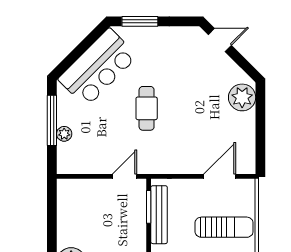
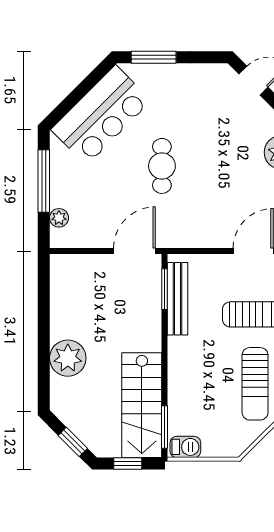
plant: (64, 134) -> (59, 218), moved
door: (125, 176) -> (134, 251), width x1.38

